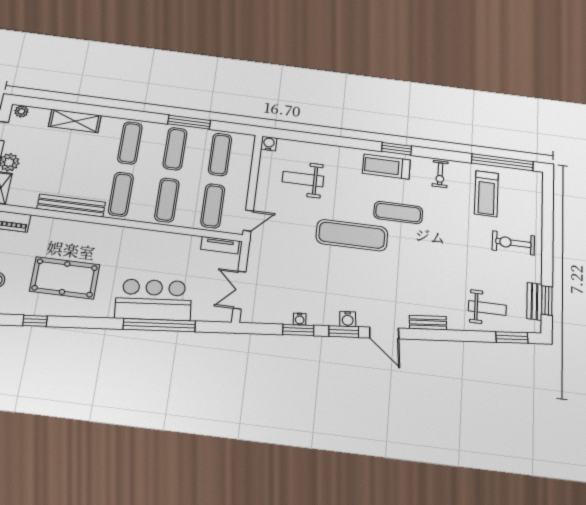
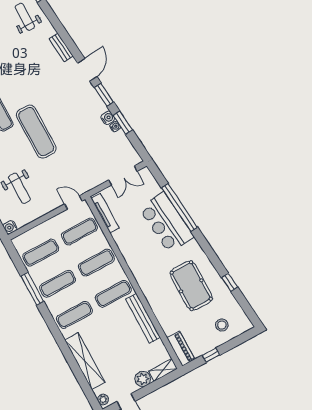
shelving: (75, 121) -> (85, 361), width x1.47
tv unit: (220, 245) -> (105, 213), width x1.41
water cooler: (348, 319) -> (108, 118), moved

